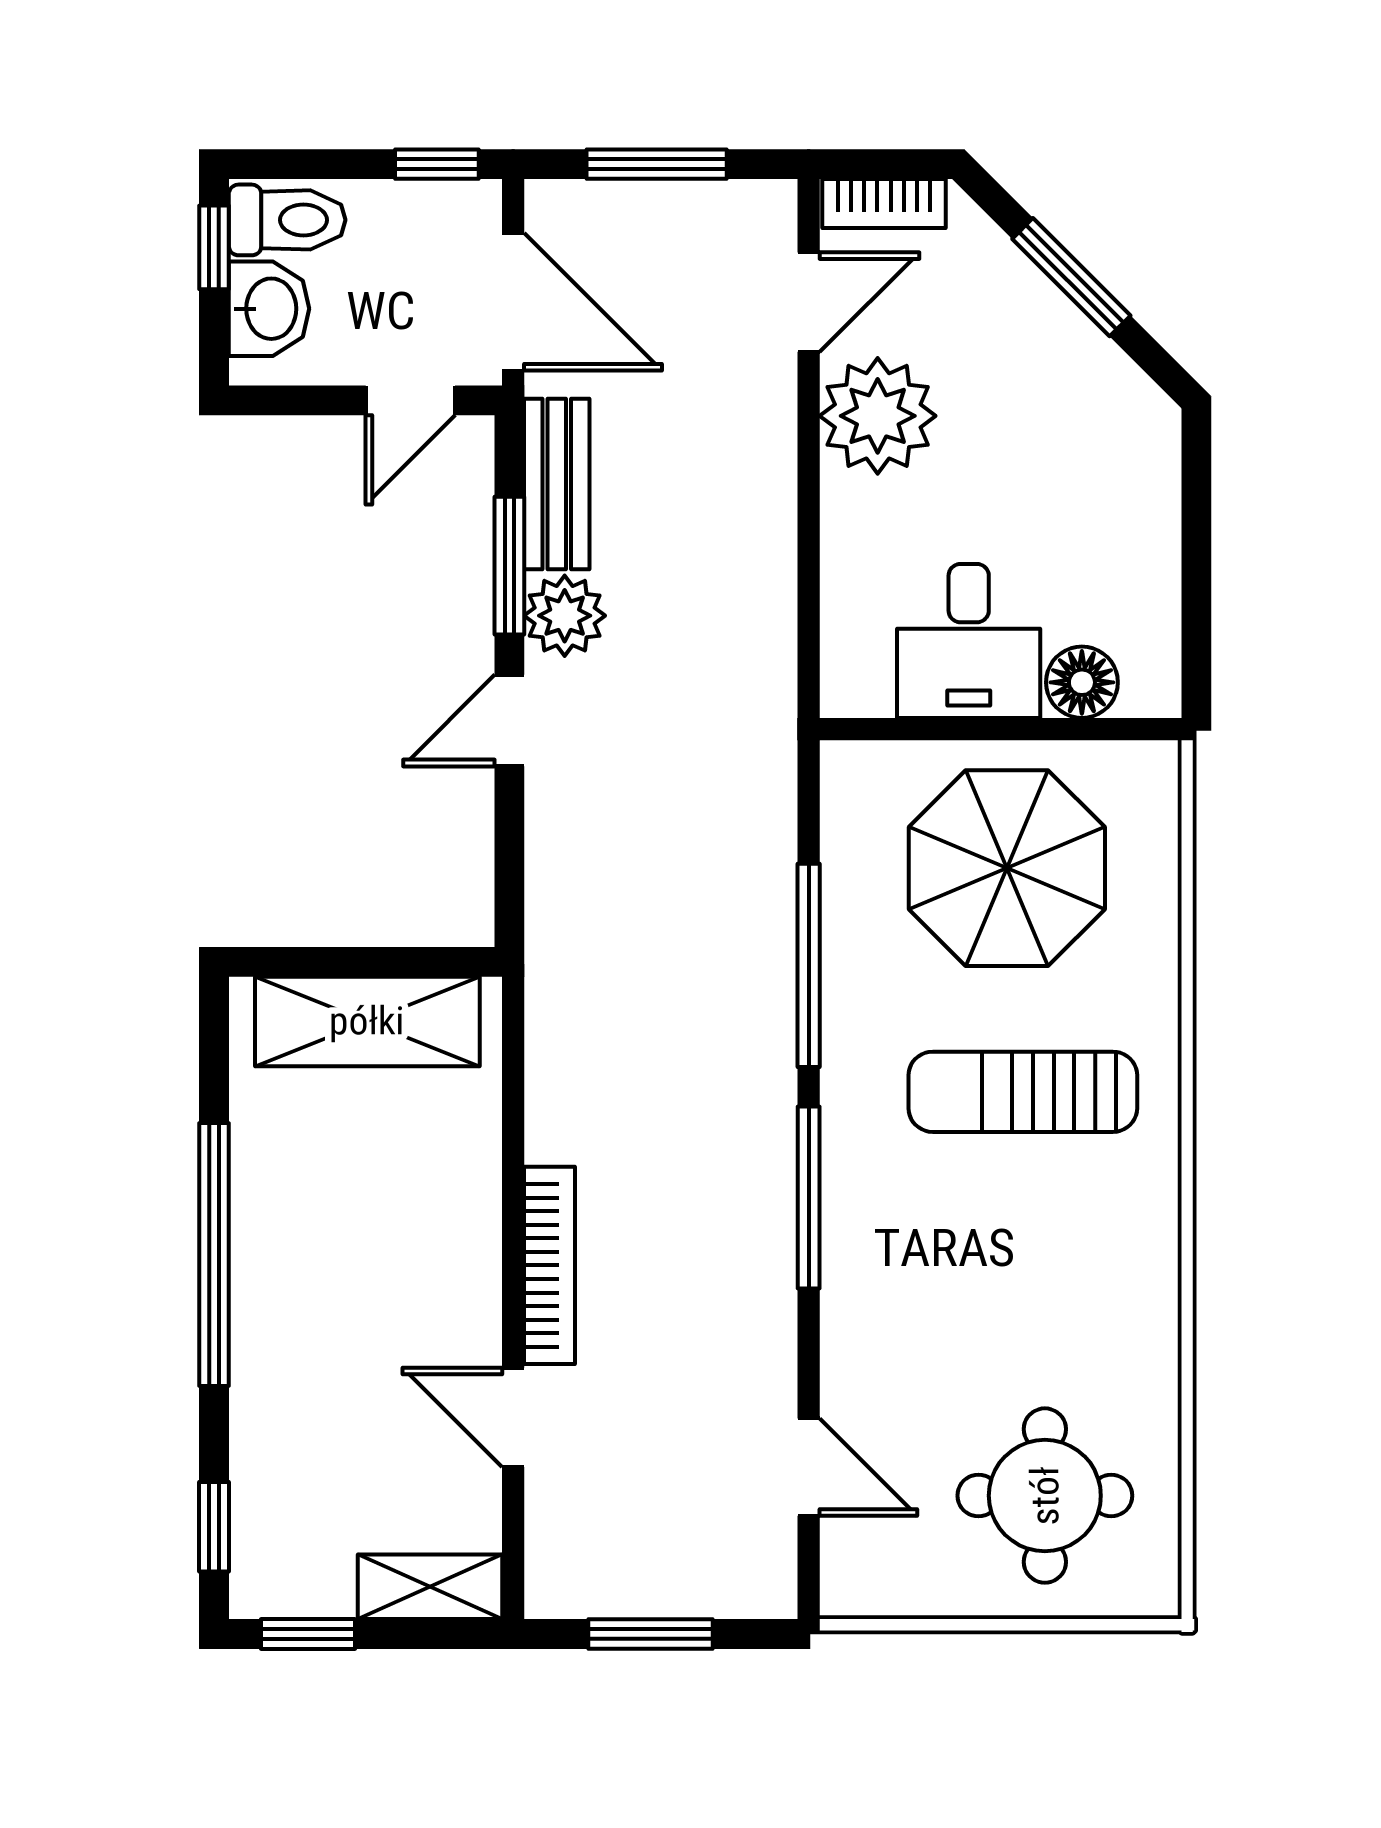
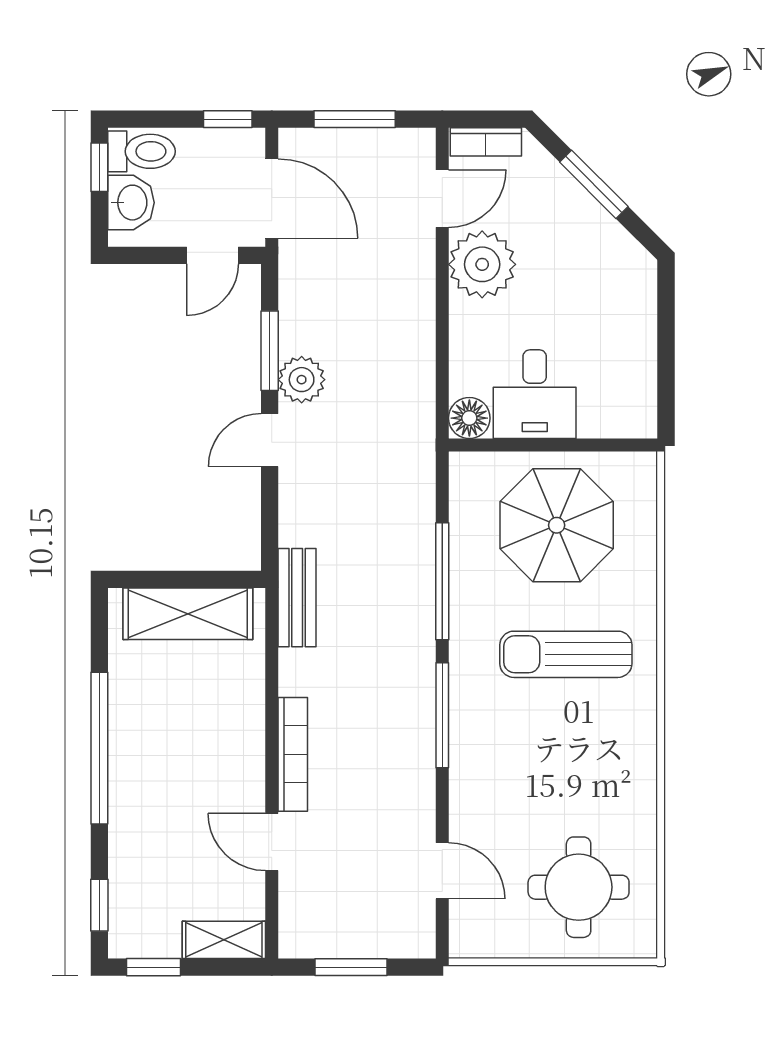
bench: (557, 484) -> (297, 598), moved
floor lamp: (1082, 682) -> (469, 418), moved

